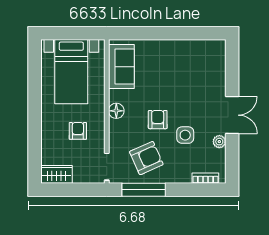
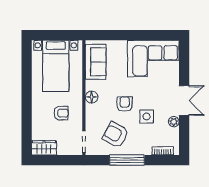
corner sofa: (194, 62) -> (153, 58), added
armchair: (78, 131) -> (61, 113), turned 90
armchair: (146, 158) -> (116, 135), turned -128
window: (144, 190) -> (127, 160), moved

